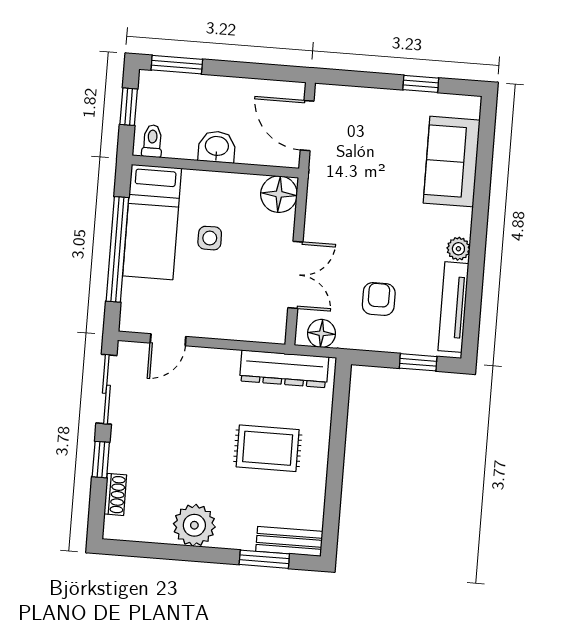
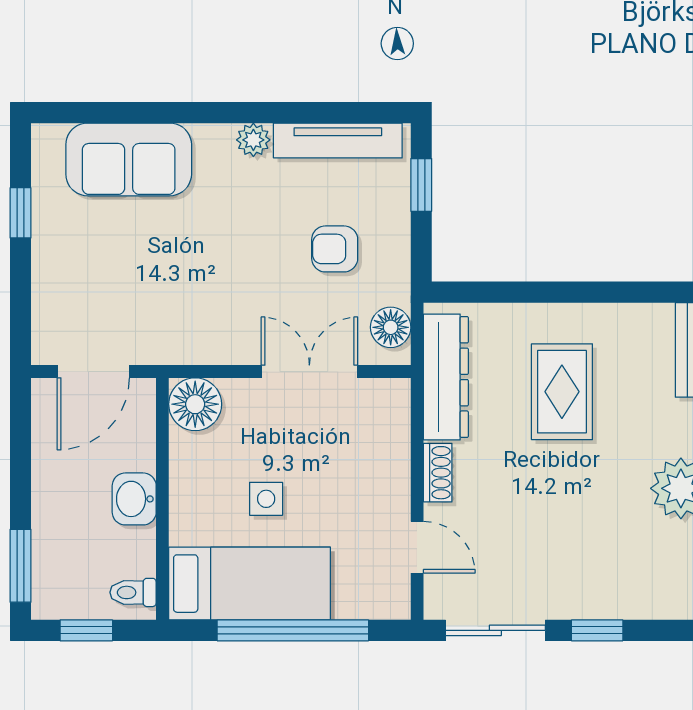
shoe rack: (115, 494) -> (438, 473), moved, turned 90

